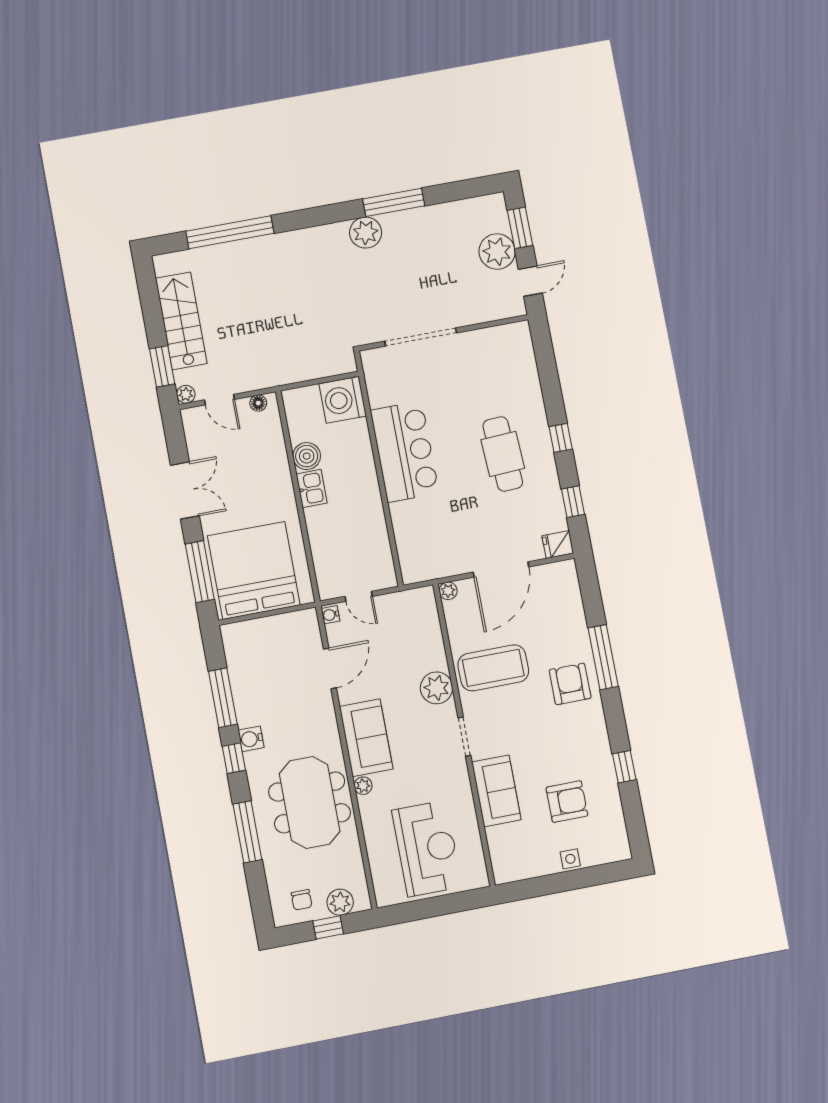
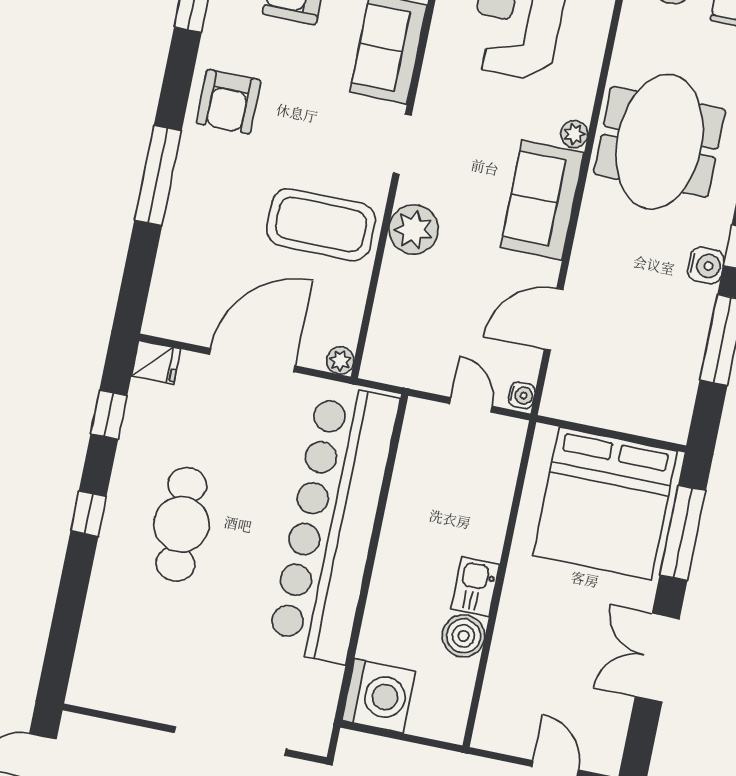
floor lamp: (258, 403) -> (502, 741), removed
bar counter: (405, 452) -> (333, 524), width x1.86
armchair: (570, 684) -> (228, 102), moved

